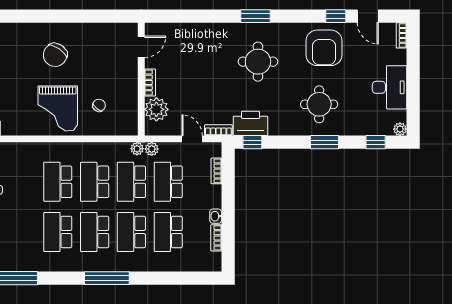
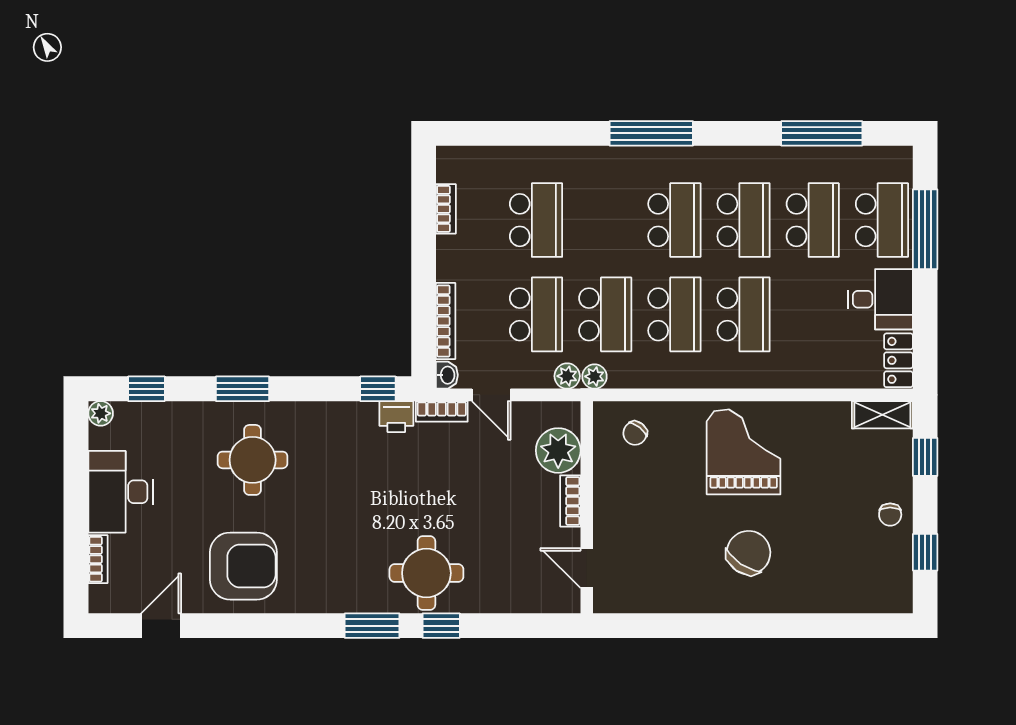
window: (336, 16) -> (441, 626), moved
door: (368, 16) -> (161, 626), hinge flipped
bookcase: (401, 35) -> (98, 559), moved
door: (141, 47) -> (587, 568), hinge flipped
armchair: (324, 48) -> (243, 566), turned 90
round table: (258, 62) -> (426, 573), moved
chair: (99, 105) -> (635, 433), moved
printer: (251, 123) -> (396, 417), width x0.53, depth x0.68
bookcase: (216, 171) -> (446, 321), width x1.56
washbasin: (216, 216) -> (447, 375), moved
school desk: (131, 232) -> (813, 220), moved

